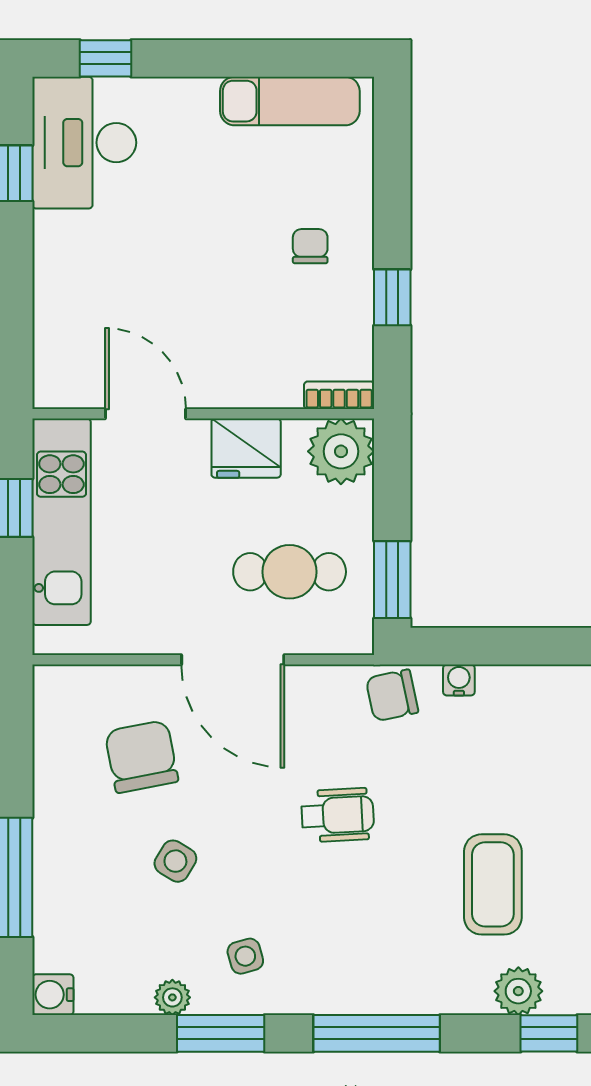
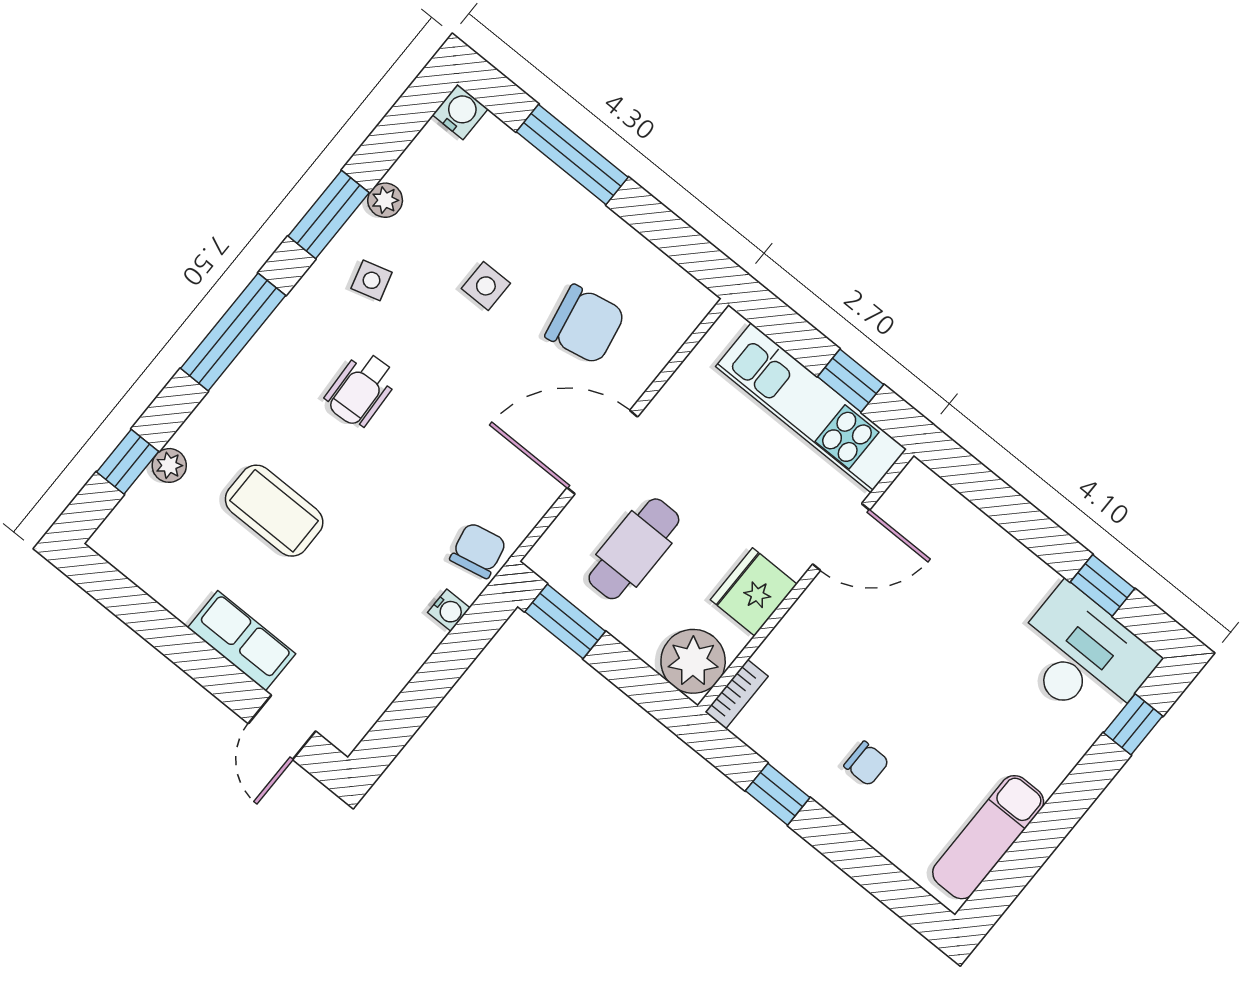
wheelchair: (338, 815) -> (361, 389), moved
side table: (175, 861) -> (486, 286), turned -31
plant: (518, 991) -> (169, 465), width x0.73, depth x0.73

